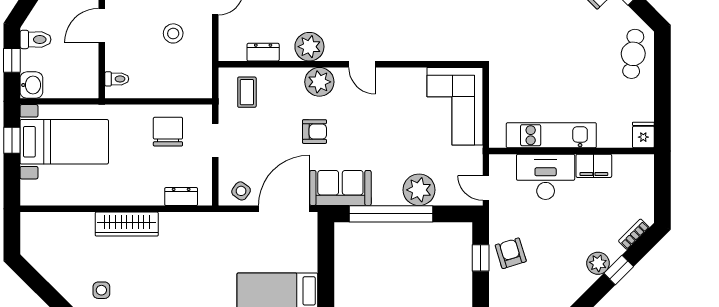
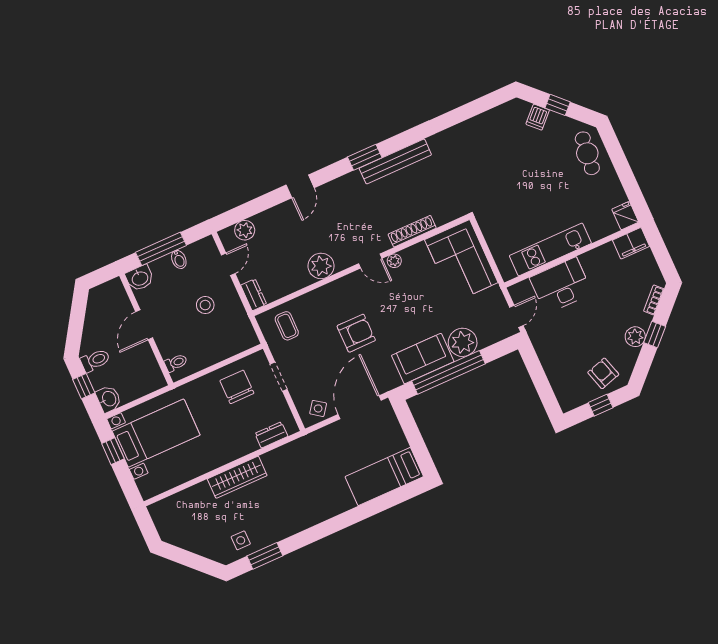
dresser: (263, 52) -> (254, 295), moved, turned 90
shoe rack: (418, 53) -> (412, 231), added
plant: (319, 82) -> (394, 261), moved, width x0.53, depth x0.53
armchair: (314, 132) -> (356, 333), width x1.38, depth x1.38
filing cabinet: (594, 166) -> (631, 243), moved
sofa: (340, 188) -> (423, 359), moved
door: (486, 188) -> (516, 316), swing flipped
armchair: (511, 253) -> (603, 373), moved
window: (481, 258) -> (538, 375), removed

